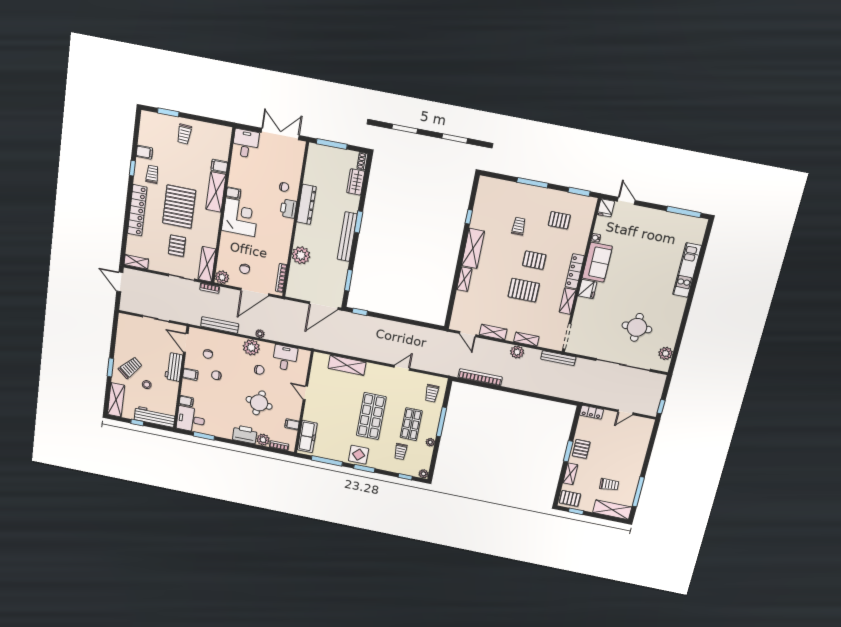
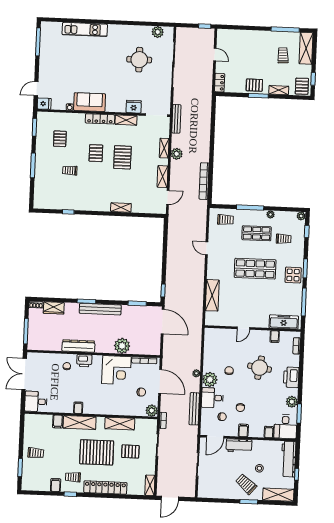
corner desk: (240, 217) -> (116, 370), moved, turned 180
shelving: (473, 248) -> (94, 204), removed
shelving: (207, 264) -> (120, 424), moved
fridge: (587, 289) -> (134, 107), moved
desk: (285, 358) -> (212, 398), moved
plant: (263, 440) -> (292, 402), moved

